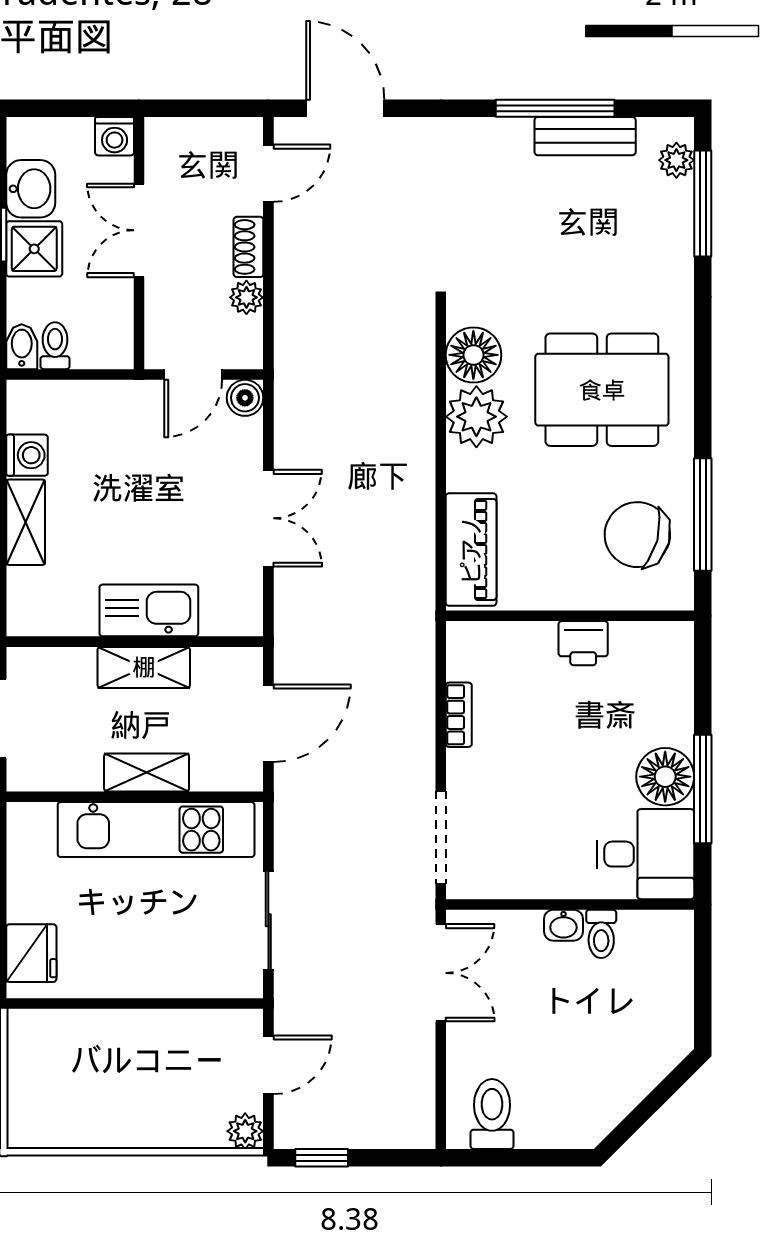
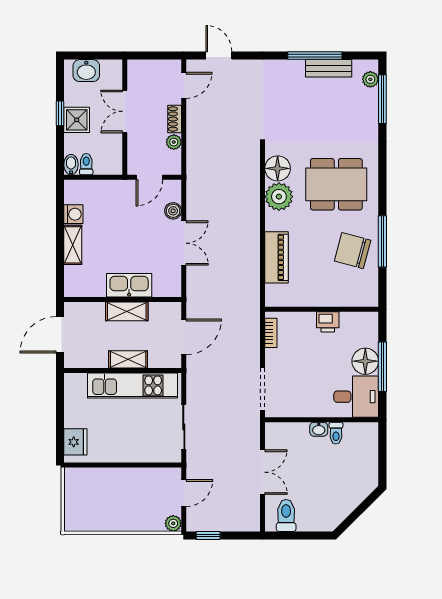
door: (345, 108) -> (219, 56), width x0.73
washing machine: (115, 136) -> (113, 68), removed
washbasin: (31, 189) -> (86, 71), moved, turned 90
boiler: (245, 398) -> (173, 211), moved
wall: (570, 616) -> (322, 309), moved
printer: (583, 643) -> (328, 322), moved
double door: (441, 973) -> (263, 472), moved

